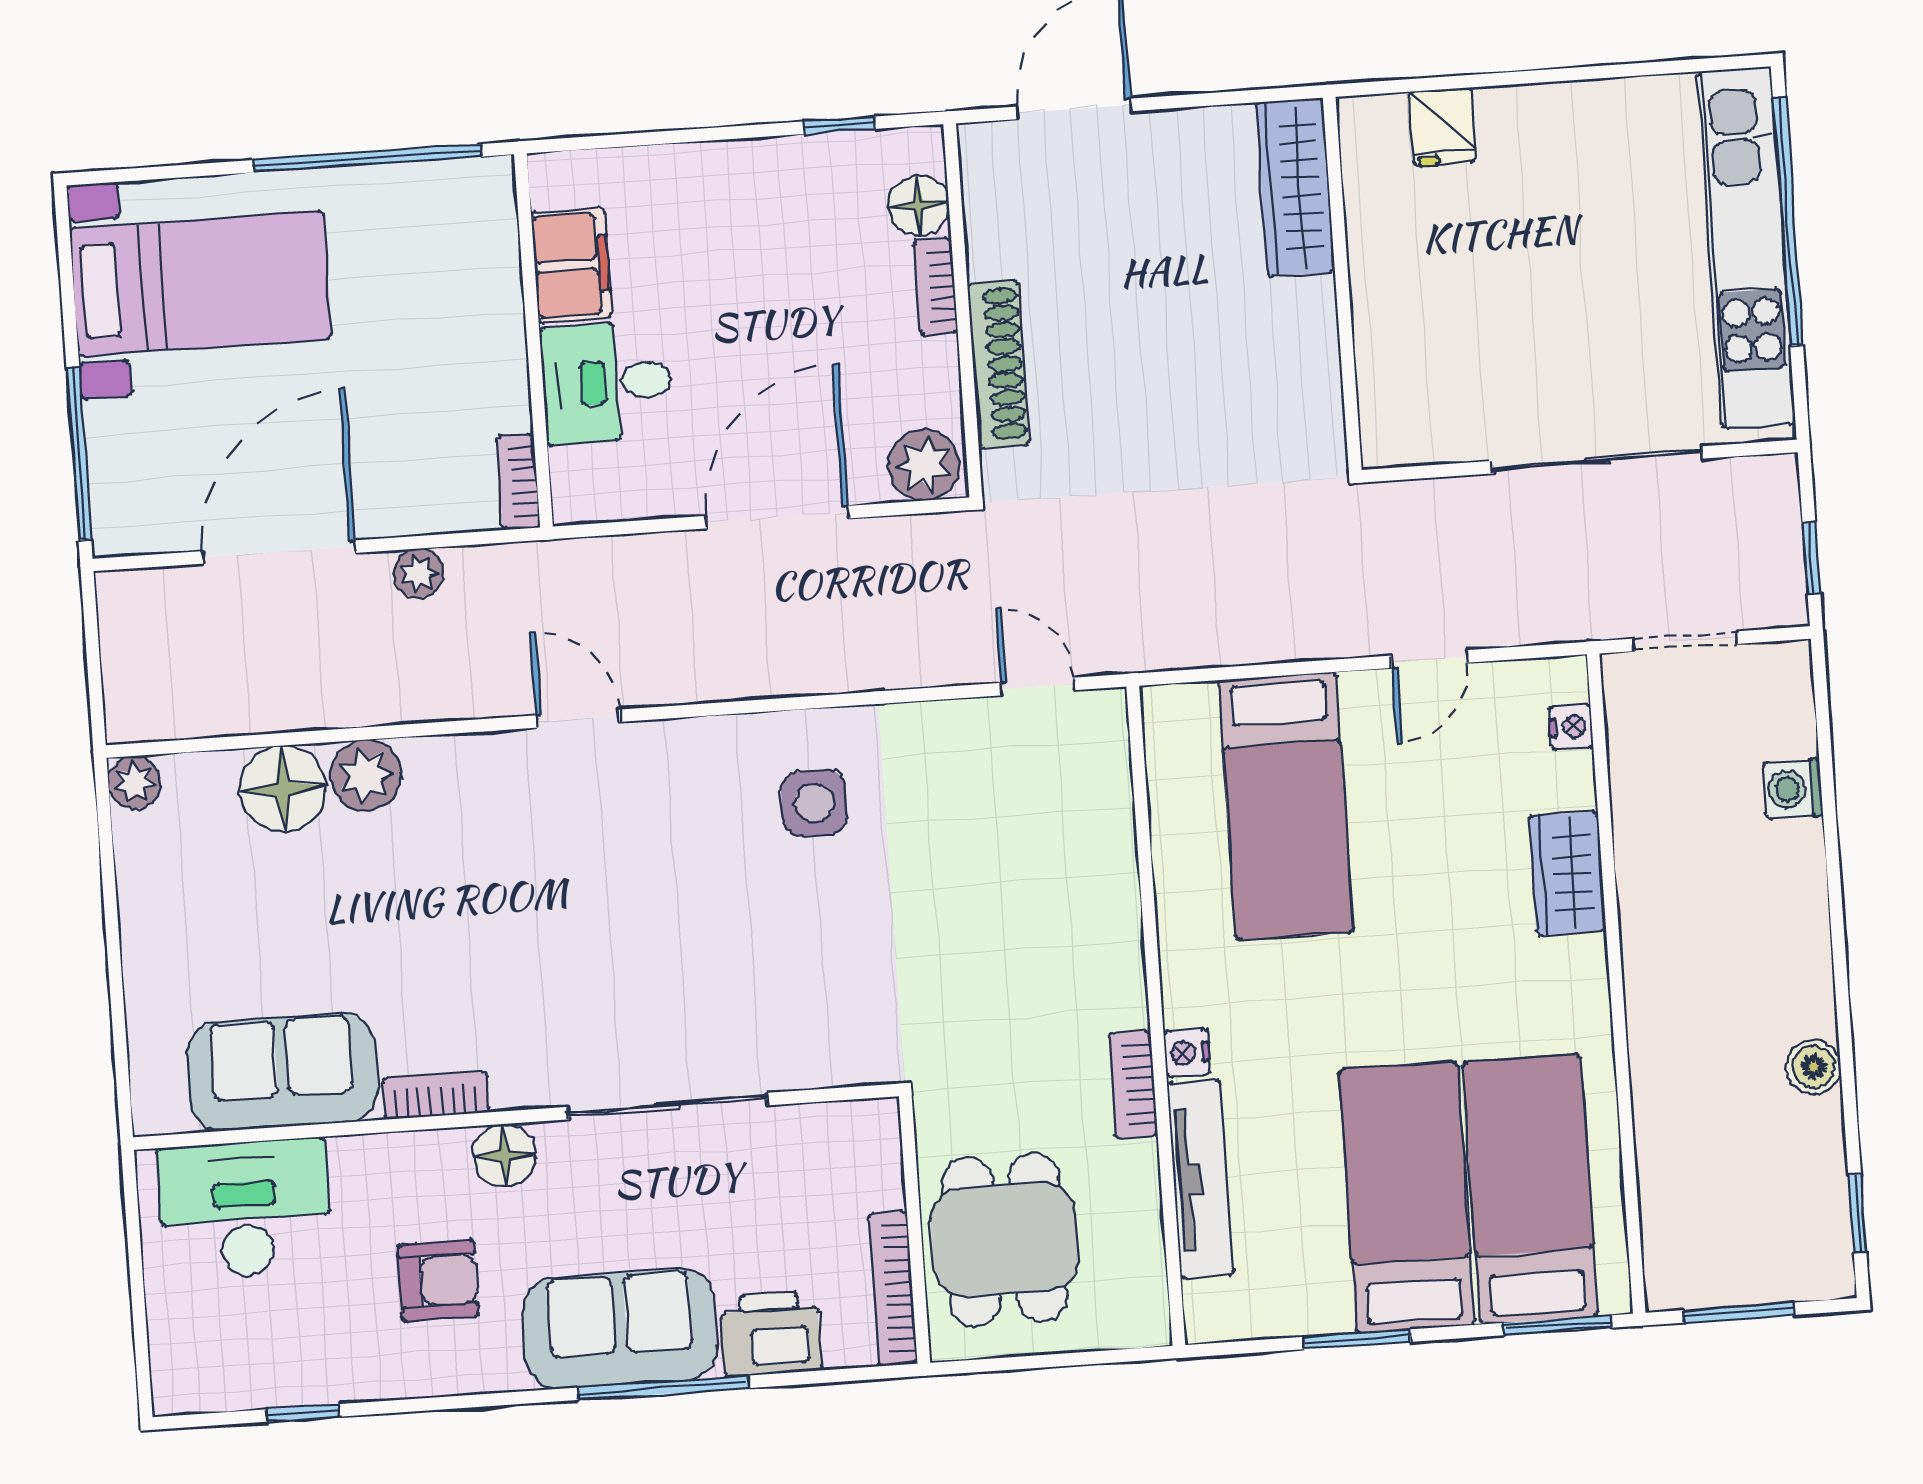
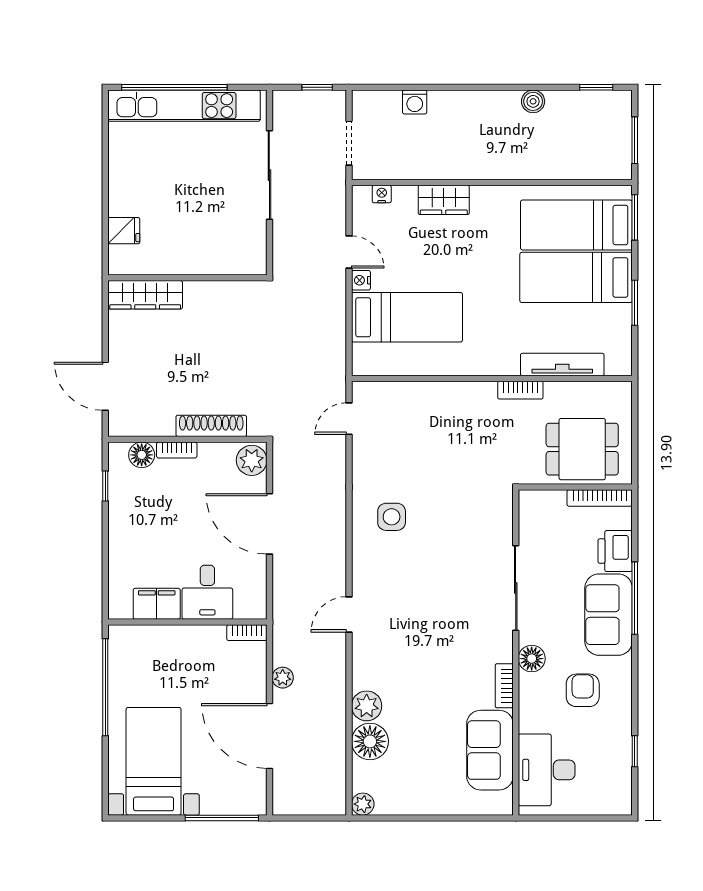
nightstand: (1187, 1053) -> (361, 280), moved, turned 90

